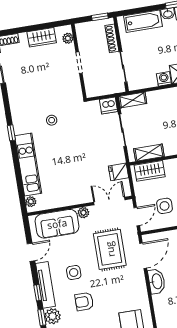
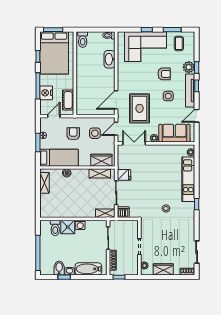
fridge: (119, 172) -> (124, 175), moved
double door: (109, 201) -> (134, 143), swing flipped
washbasin: (157, 281) -> (110, 59), moved

